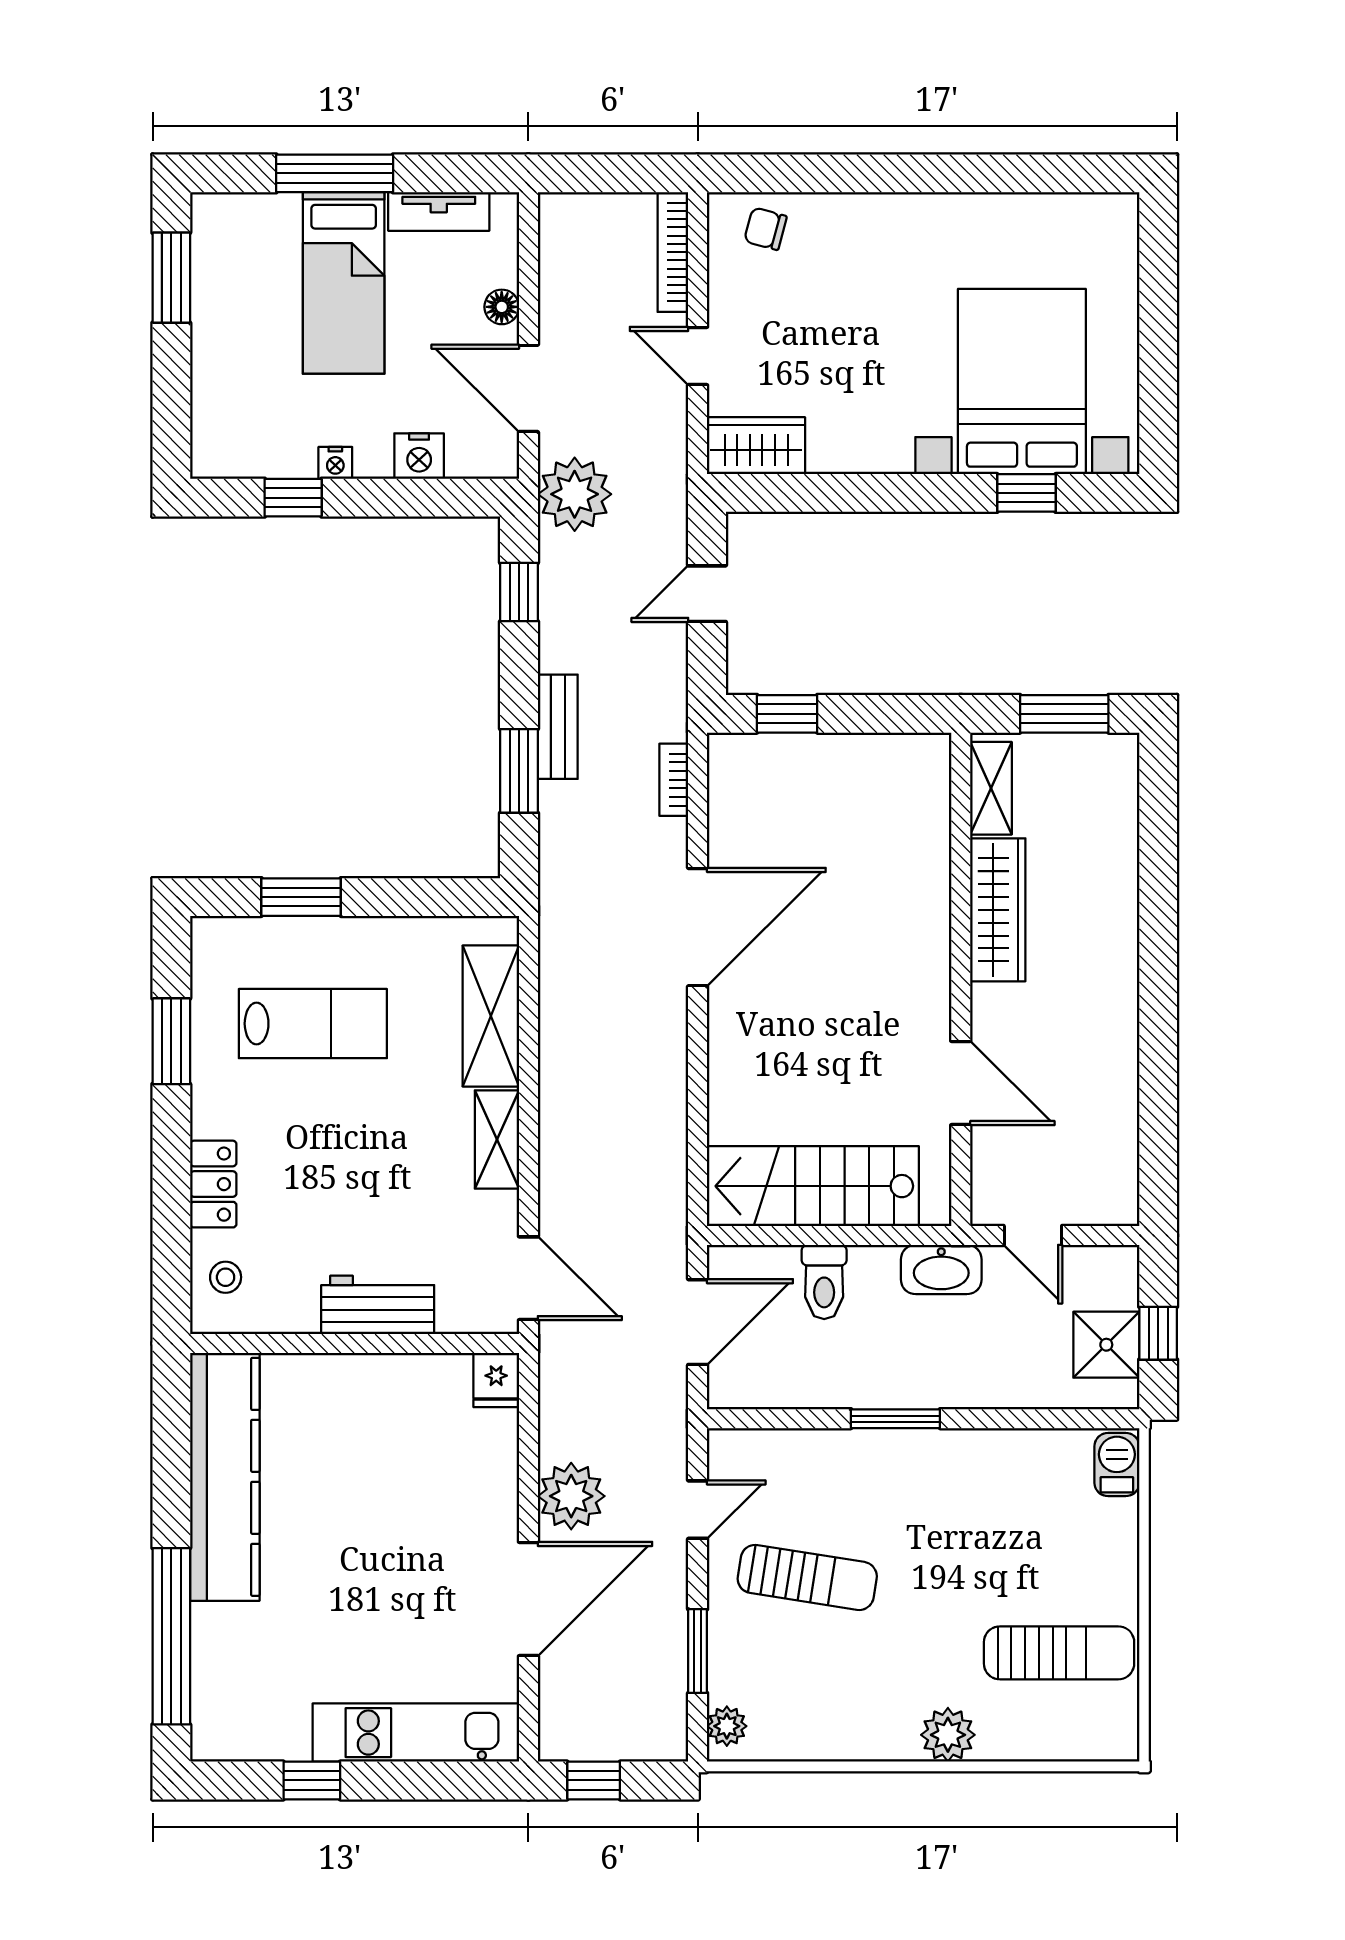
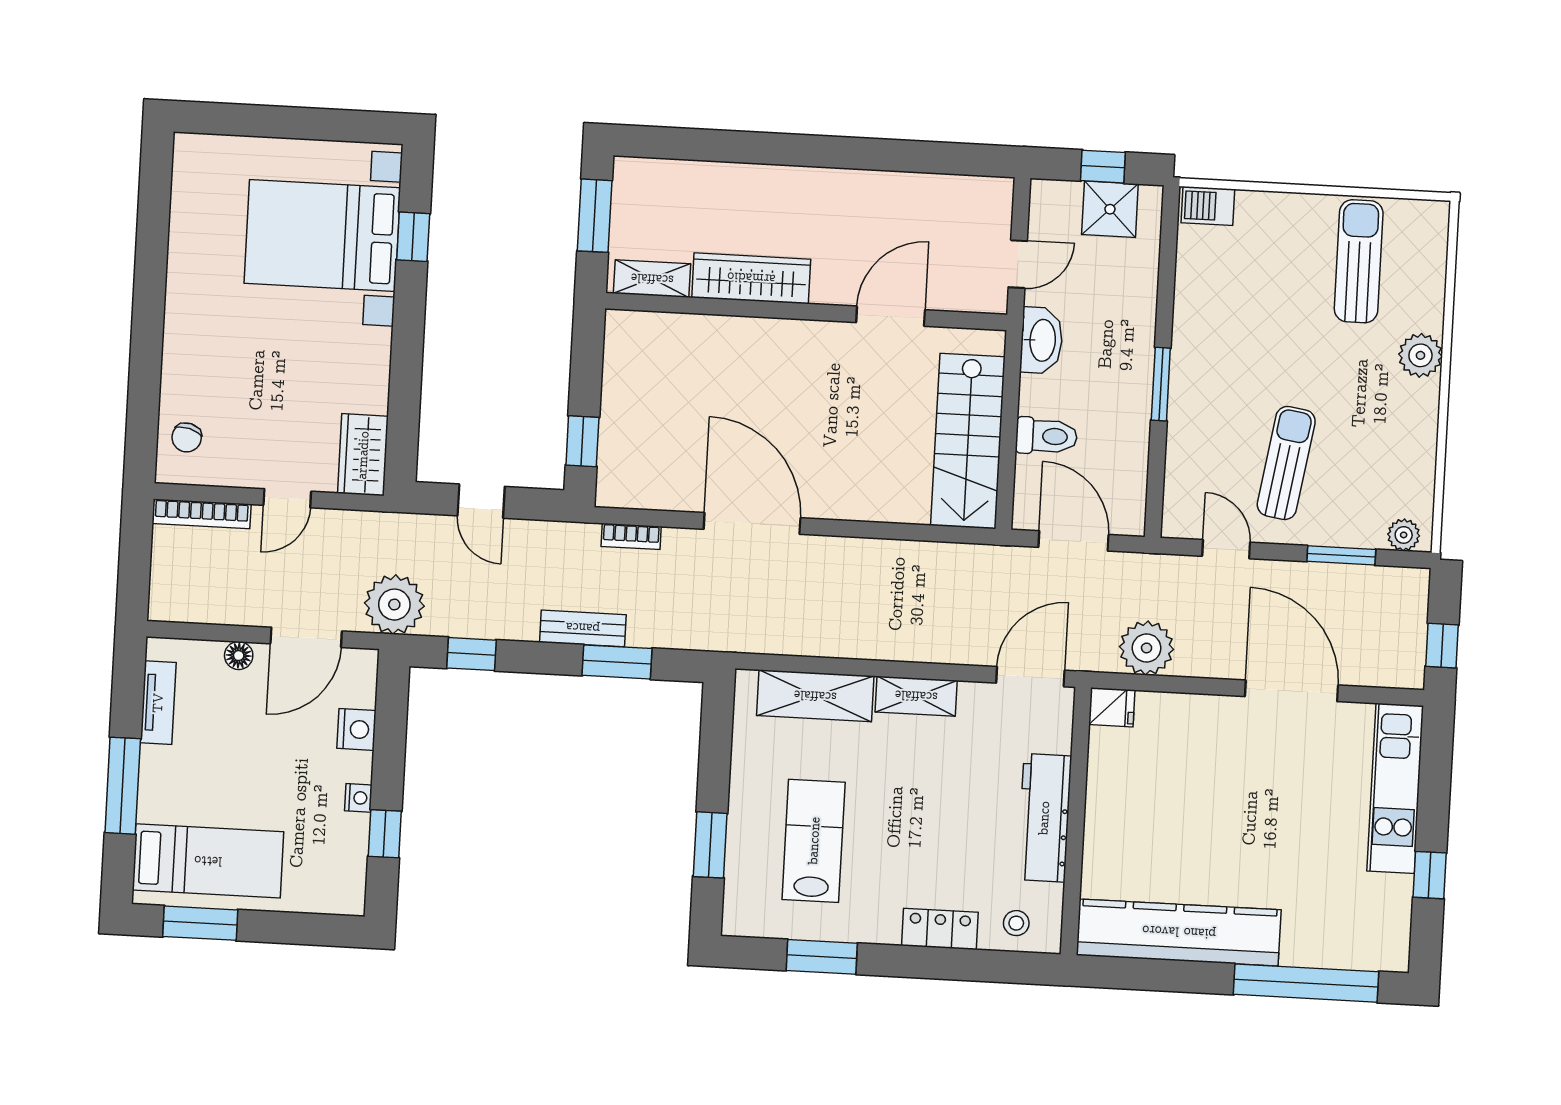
bed: (344, 283) -> (208, 861), moved
workbench: (378, 1305) -> (1044, 818), width x1.37
plant: (571, 1496) -> (1147, 648), moved

